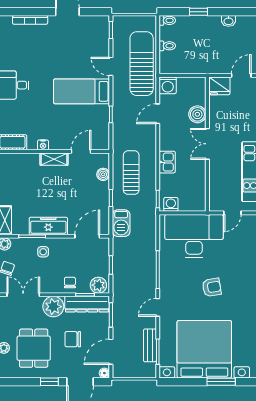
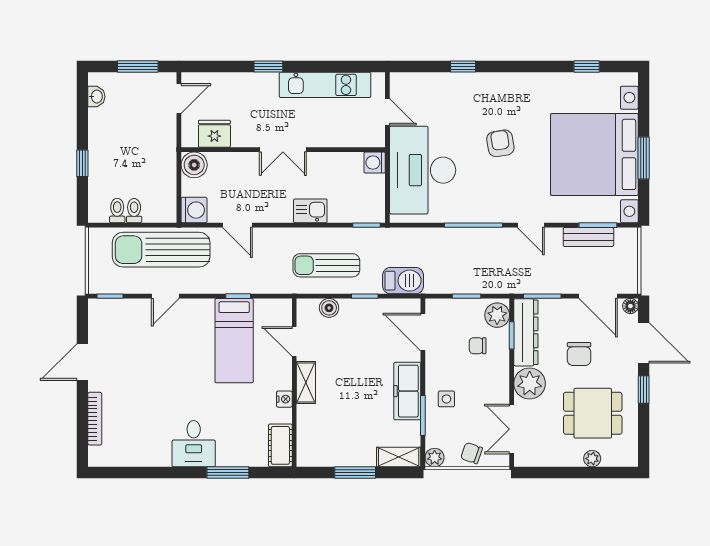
toilet: (167, 20) -> (117, 211), moved
washbasin: (229, 21) -> (96, 96), moved
door: (241, 75) -> (179, 98), swing flipped
fridge: (219, 86) -> (214, 134), moved, turned -90
bed: (82, 91) -> (234, 341), moved
boiler: (197, 114) -> (194, 165), moved
washing machine: (171, 204) -> (375, 163), moved
chair: (70, 283) -> (478, 346), moved
window: (221, 382) -> (644, 158), moved

